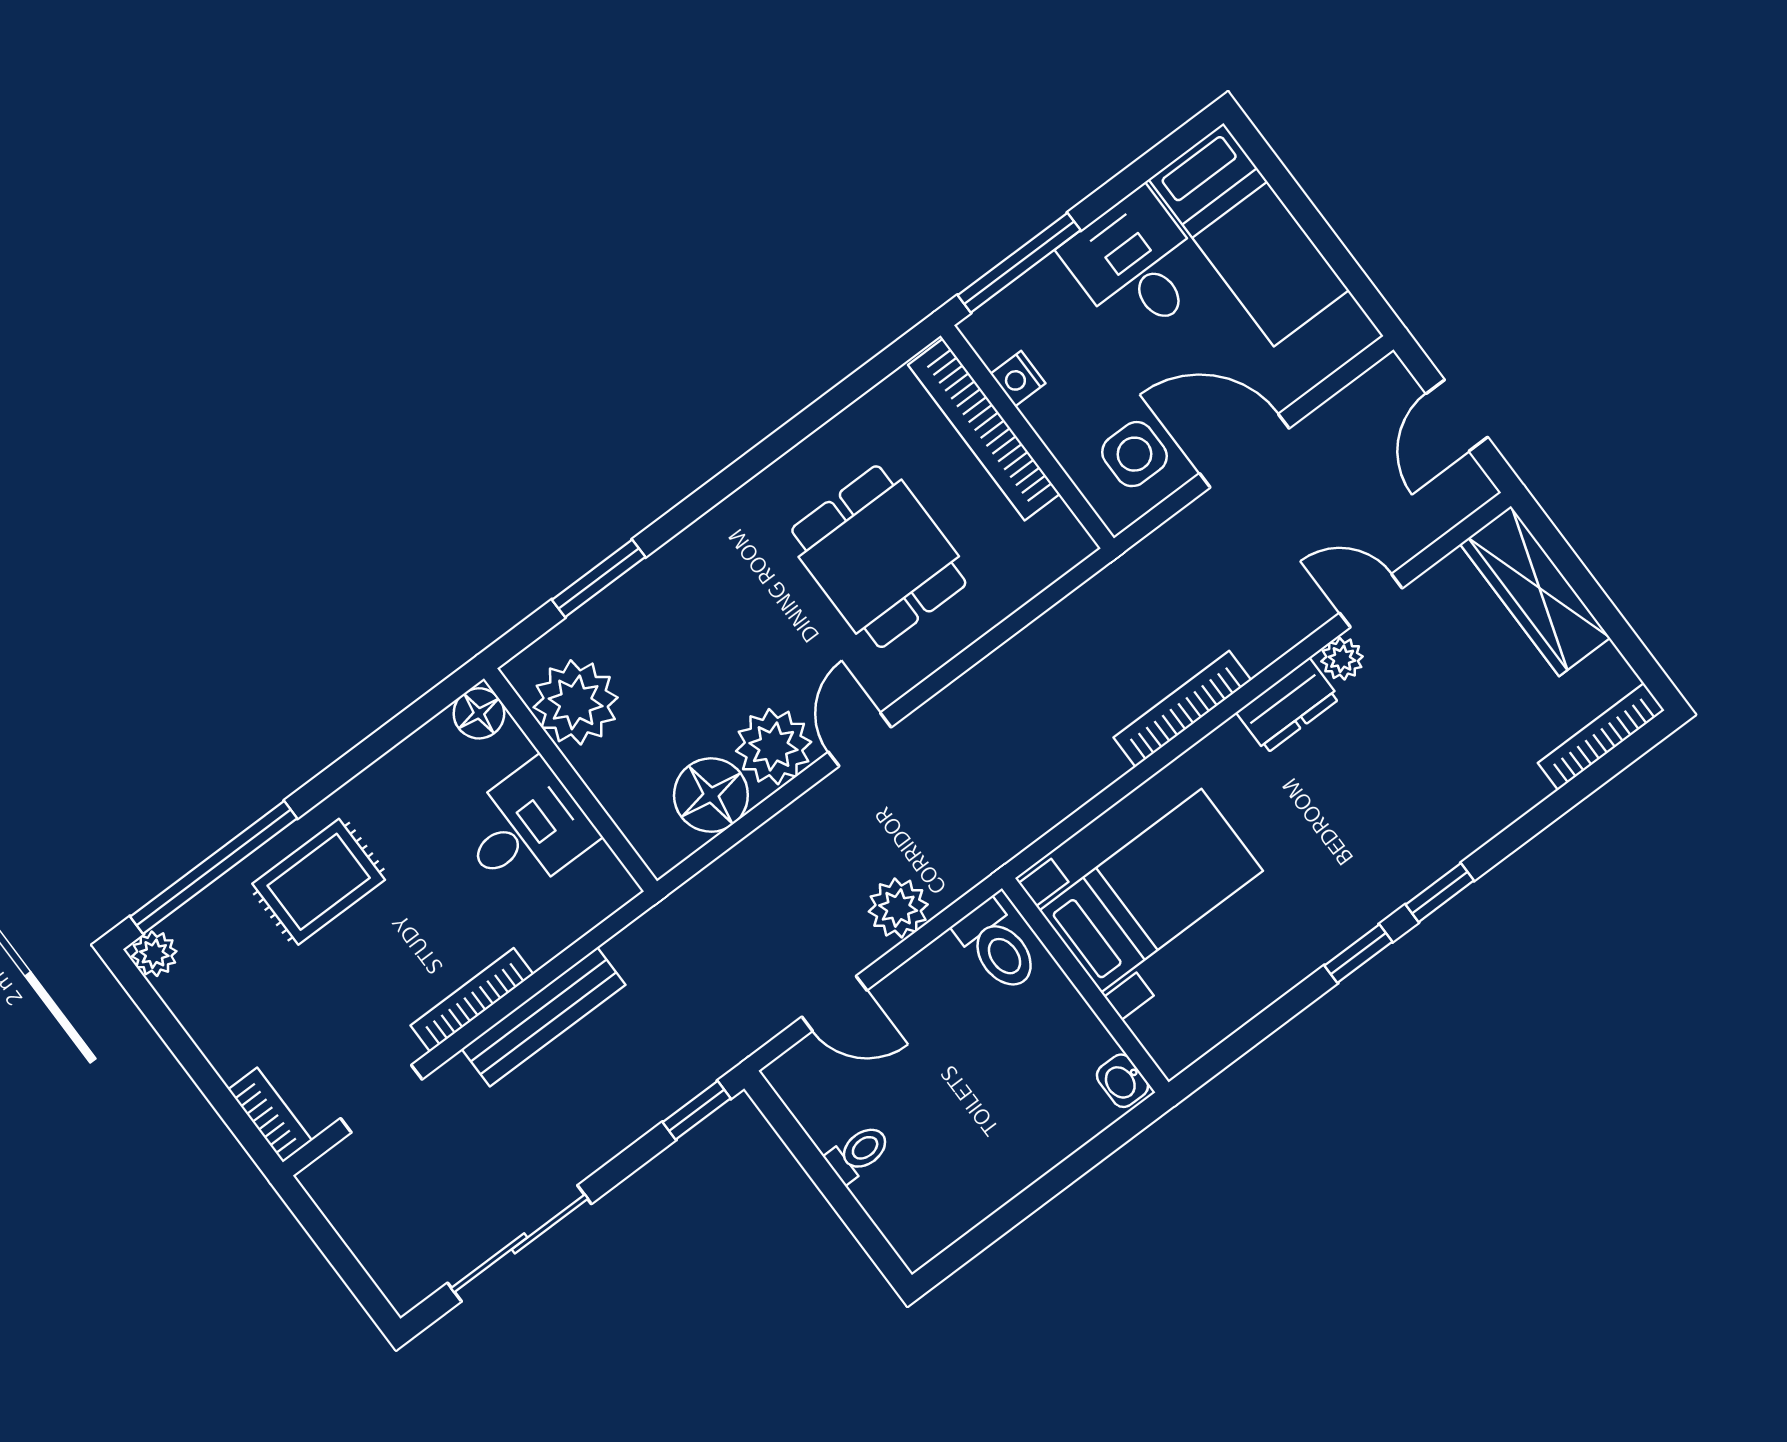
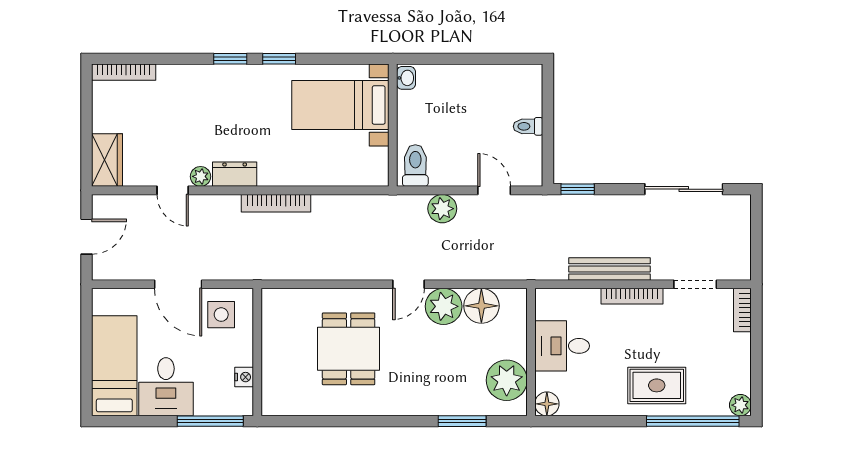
bookcase: (984, 429) -> (272, 367), removed
wardrobe: (1535, 591) -> (107, 160), width x0.67
bed with nightstands: (1151, 891) -> (340, 105), moved

